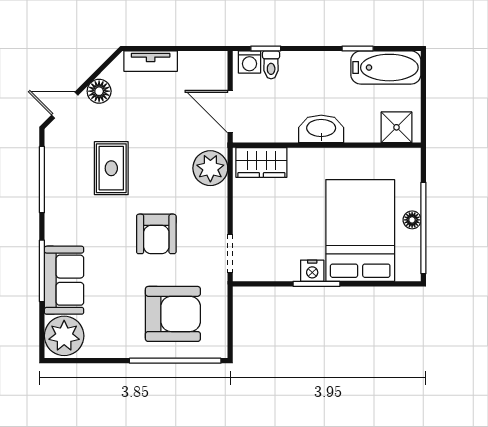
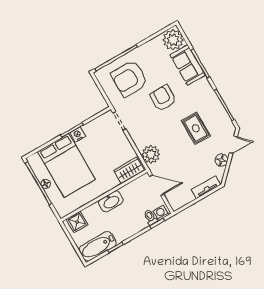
armchair: (156, 234) -> (163, 98), moved

